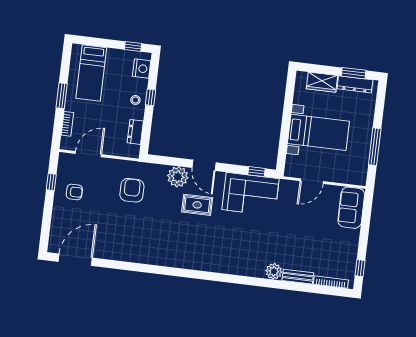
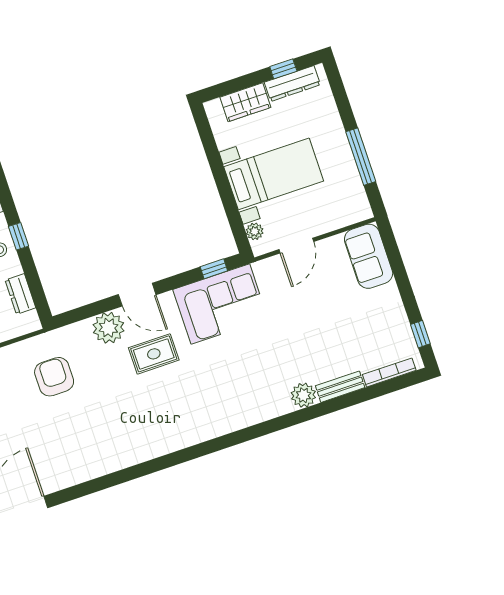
window: (354, 73) -> (283, 69), width x0.67
plant: (291, 161) -> (255, 231), added

